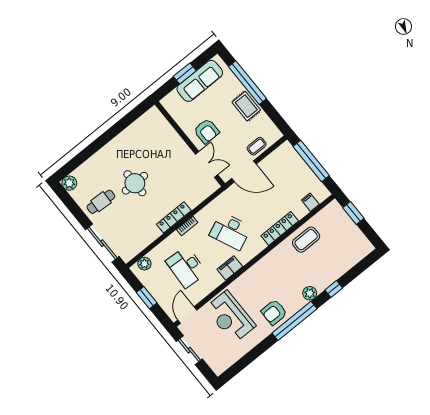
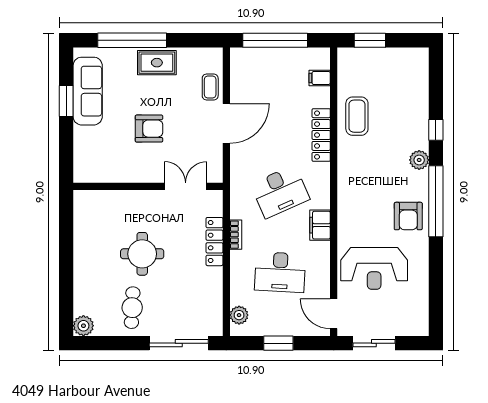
wall: (190, 144) -> (148, 186), moved
double door: (207, 164) -> (186, 186), moved

